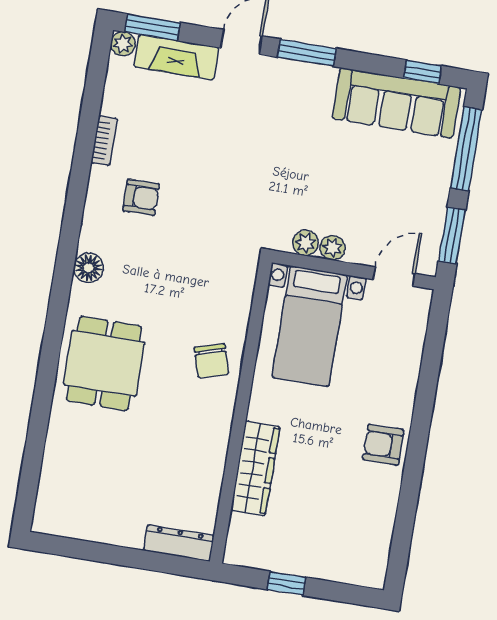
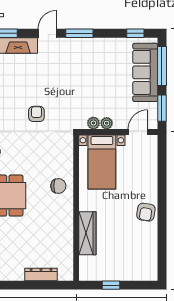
sofa: (396, 103) -> (145, 72), moved, turned 90
armchair: (141, 197) -> (36, 114), moved, turned -90
chair: (211, 361) -> (58, 186), turned -73
armchair: (383, 445) -> (146, 212), turned -81
dresser: (179, 543) -> (41, 274), moved

